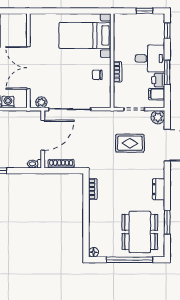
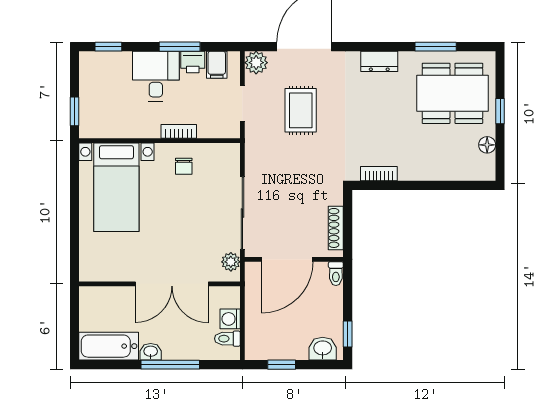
window: (145, 11) -> (74, 111), moved
door: (43, 135) -> (287, 259), swing flipped
floor lamp: (93, 252) -> (487, 145), moved
window: (130, 260) -> (500, 111), width x0.32

